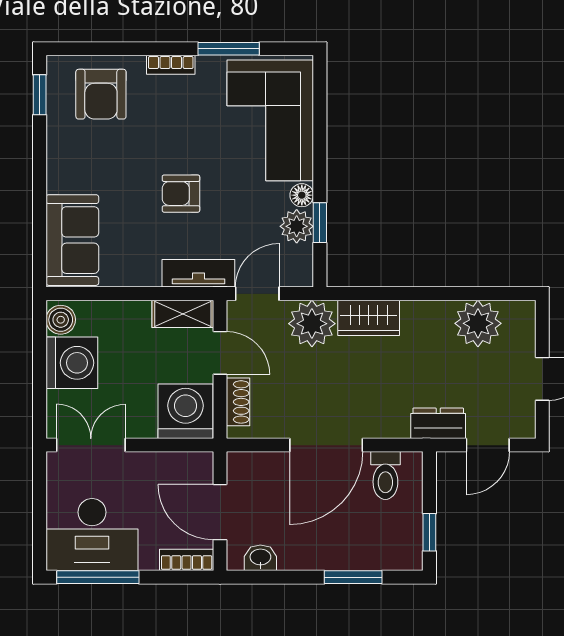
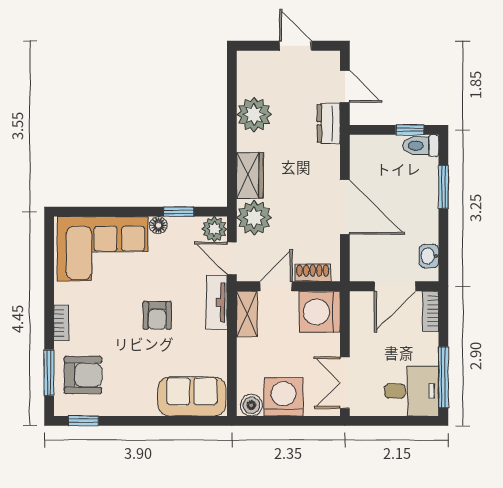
window: (229, 49) -> (49, 373), moved
plant: (297, 226) -> (214, 229), moved
plant: (478, 323) -> (254, 115), moved
toilet: (385, 476) -> (421, 146), moved, turned 180
desk: (92, 535) -> (412, 391), width x0.73

